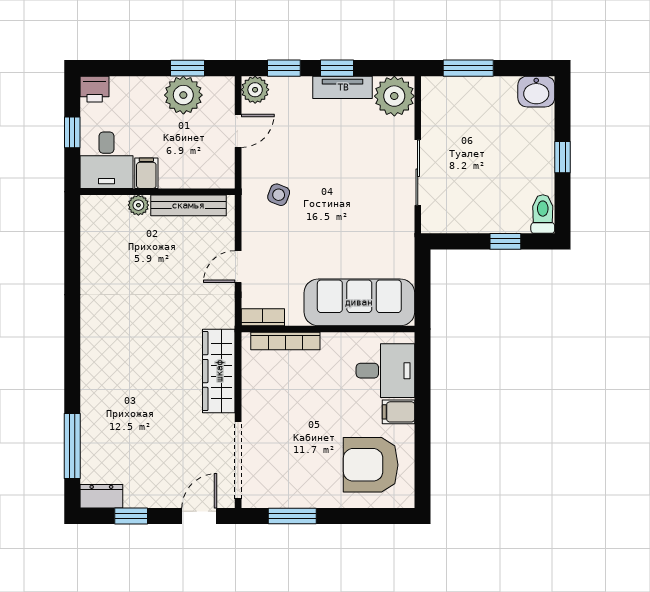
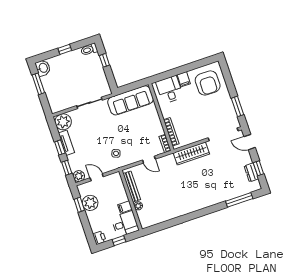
window: (468, 68) -> (38, 84), moved
sofa: (359, 302) -> (131, 100), moved, turned -90
dresser: (101, 496) -> (251, 172), moved

